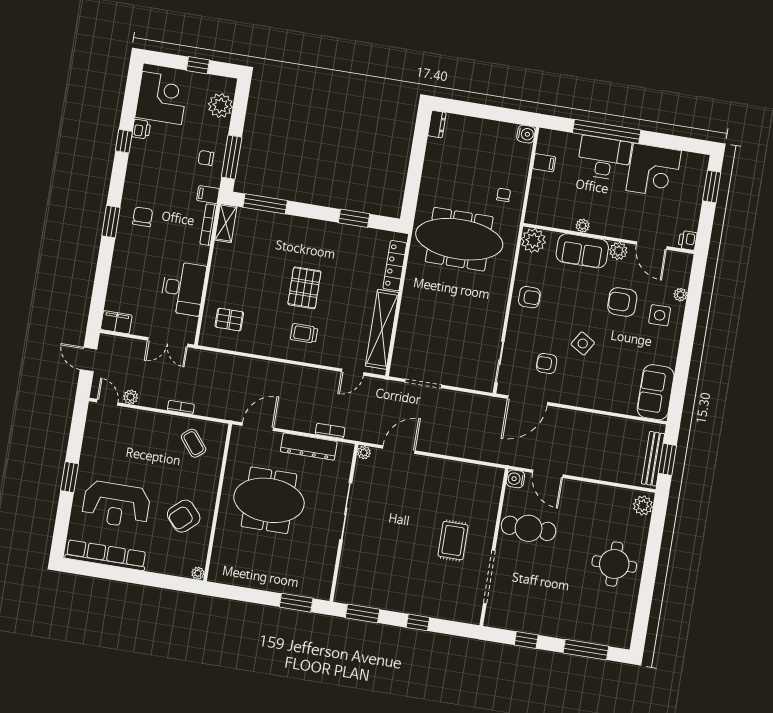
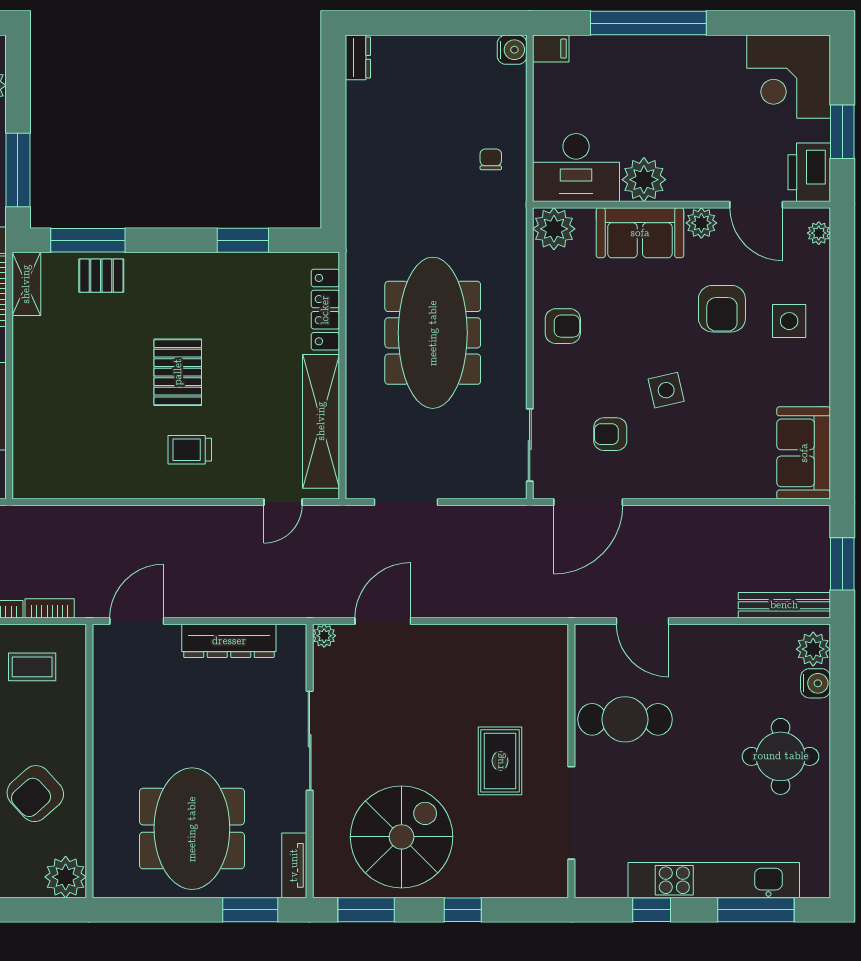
desk: (604, 158) -> (576, 168), moved, turned 180
filing cabinet: (544, 163) -> (551, 49), moved
corner desk: (654, 171) -> (789, 77), moved, turned 90
window: (712, 186) -> (842, 132), moved
plant: (583, 226) -> (644, 180), width x1.87, depth x1.87
meeting table: (459, 239) -> (433, 333), moved, turned 90
printer: (688, 240) -> (809, 172), width x1.87, depth x1.48
plant: (680, 295) -> (819, 233), moved
armchair: (622, 302) -> (722, 309), turned -90
pallet: (229, 320) -> (101, 276), moved
side table: (583, 343) -> (666, 390), turned 45
bookcase: (330, 431) -> (50, 608), moved
coffee table: (194, 443) -> (32, 667), turned -51
bench: (653, 459) -> (784, 605), moved, turned 90
water cooler: (515, 479) -> (815, 683), moved, turned 180
meeting table: (269, 500) -> (192, 829), moved, turned 90
plant: (198, 573) -> (66, 877), width x1.87, depth x1.87
spiral stairs: (390, 575) -> (402, 837), added
tv unit: (325, 581) -> (294, 865), added
kitchen unit: (564, 629) -> (714, 880), added

